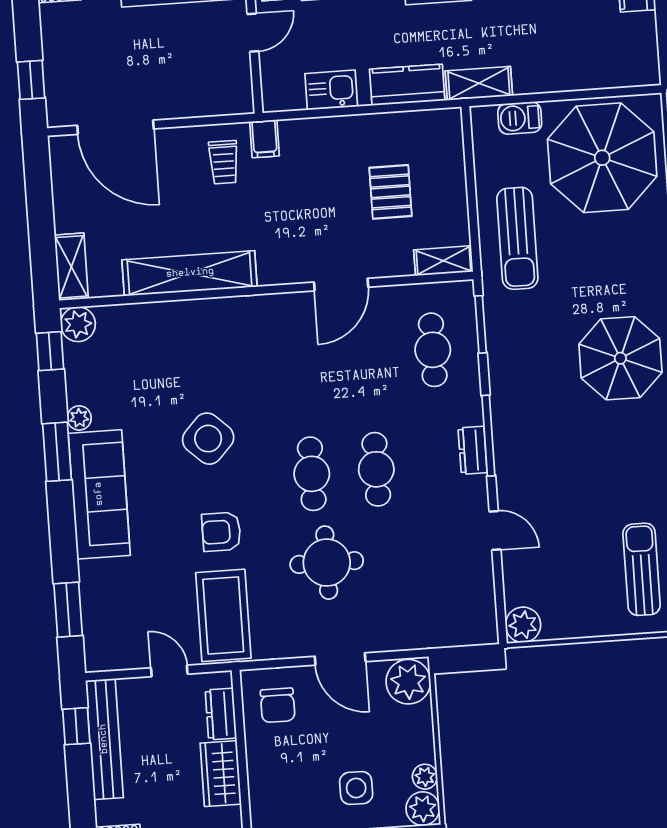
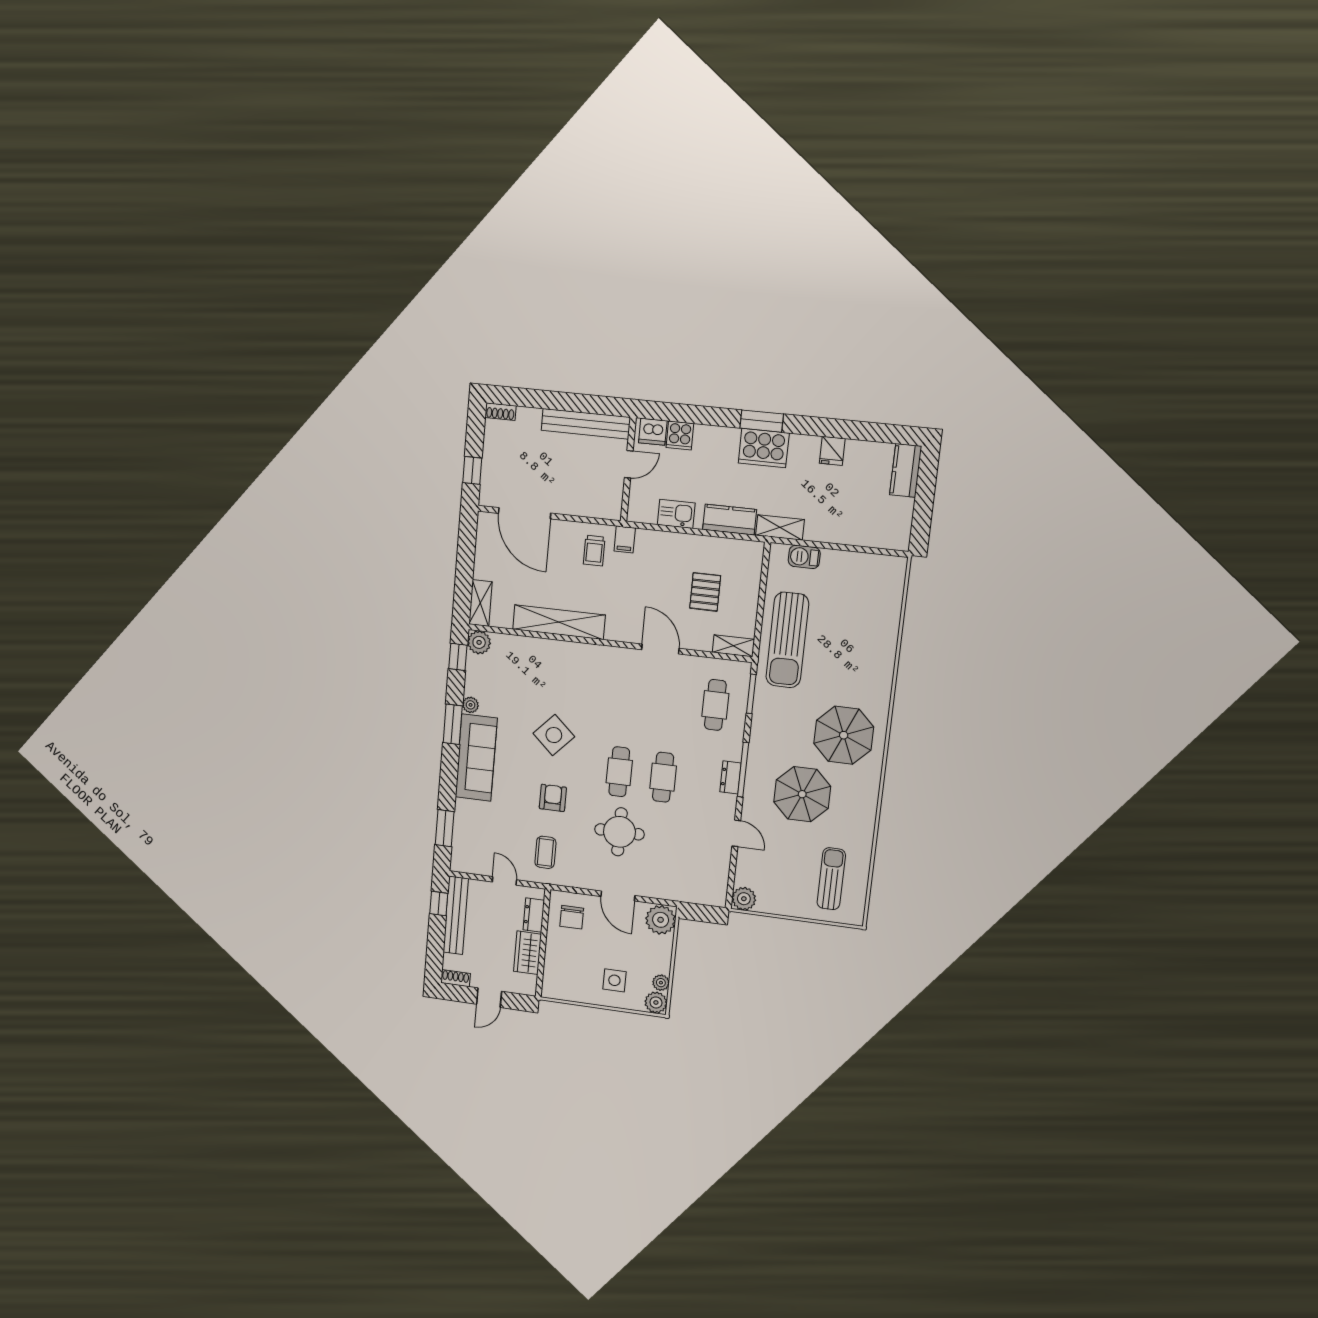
parasol: (602, 158) -> (802, 794), moved, width x0.73, depth x0.73
sun lounger: (517, 238) -> (787, 640), width x1.36, depth x1.34
door: (341, 285) -> (660, 649), swing flipped
armchair: (221, 532) -> (553, 798), turned 90
coffee table: (223, 615) -> (545, 852), width x0.54, depth x0.58

